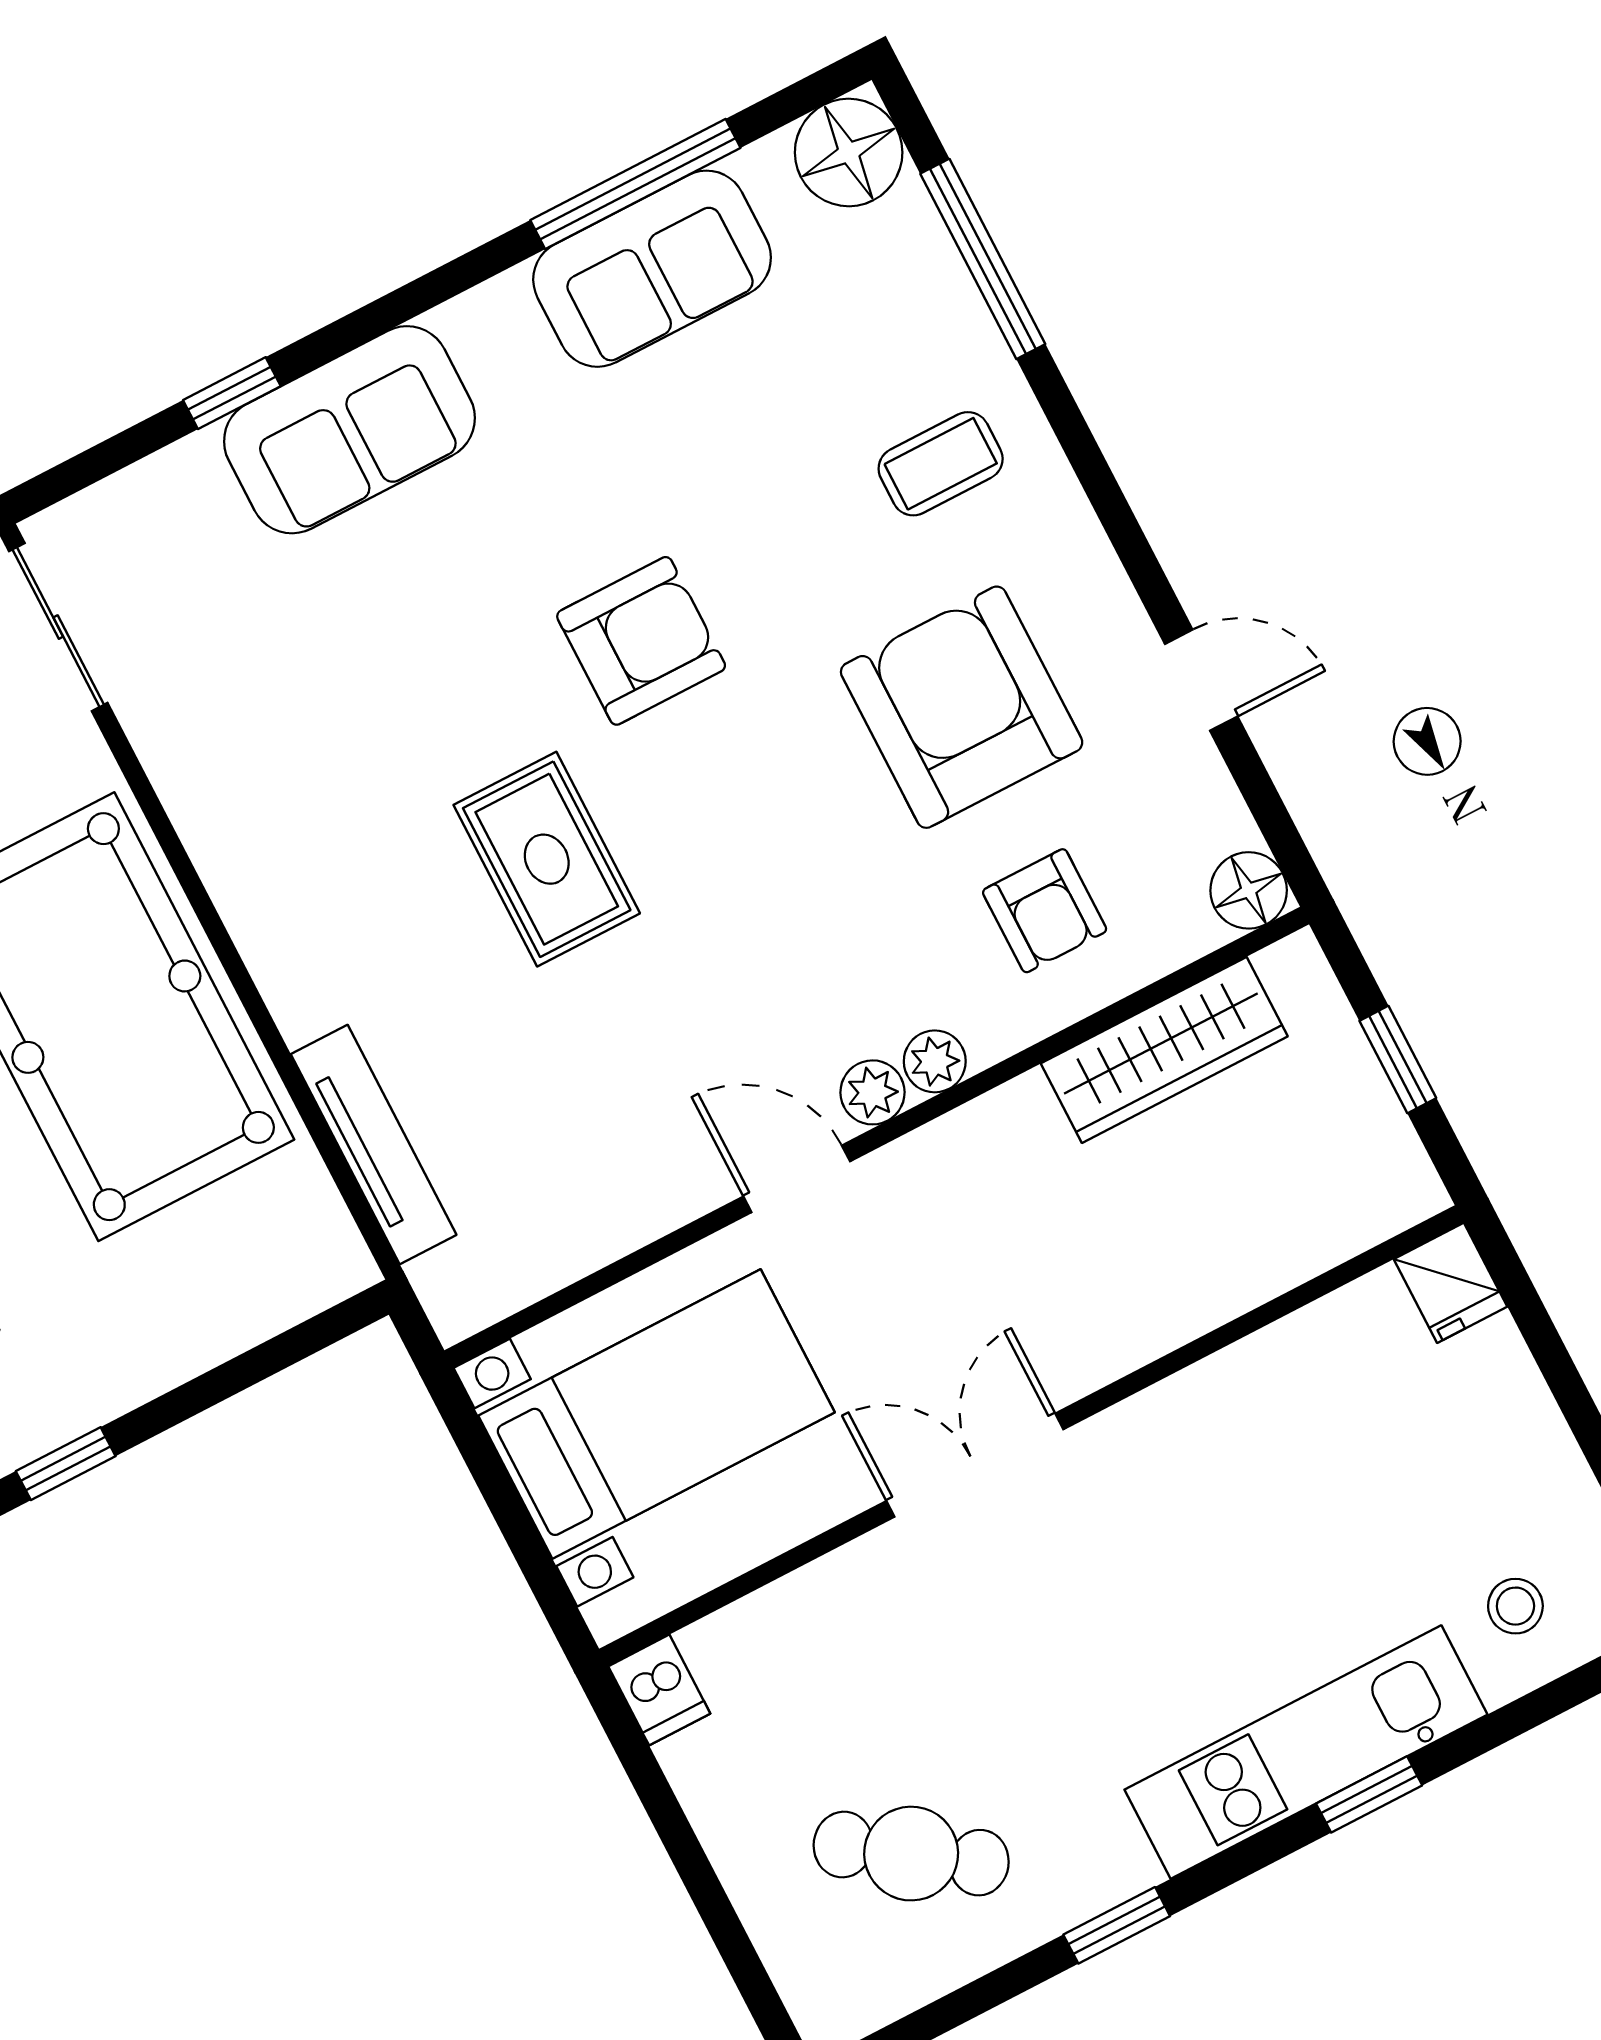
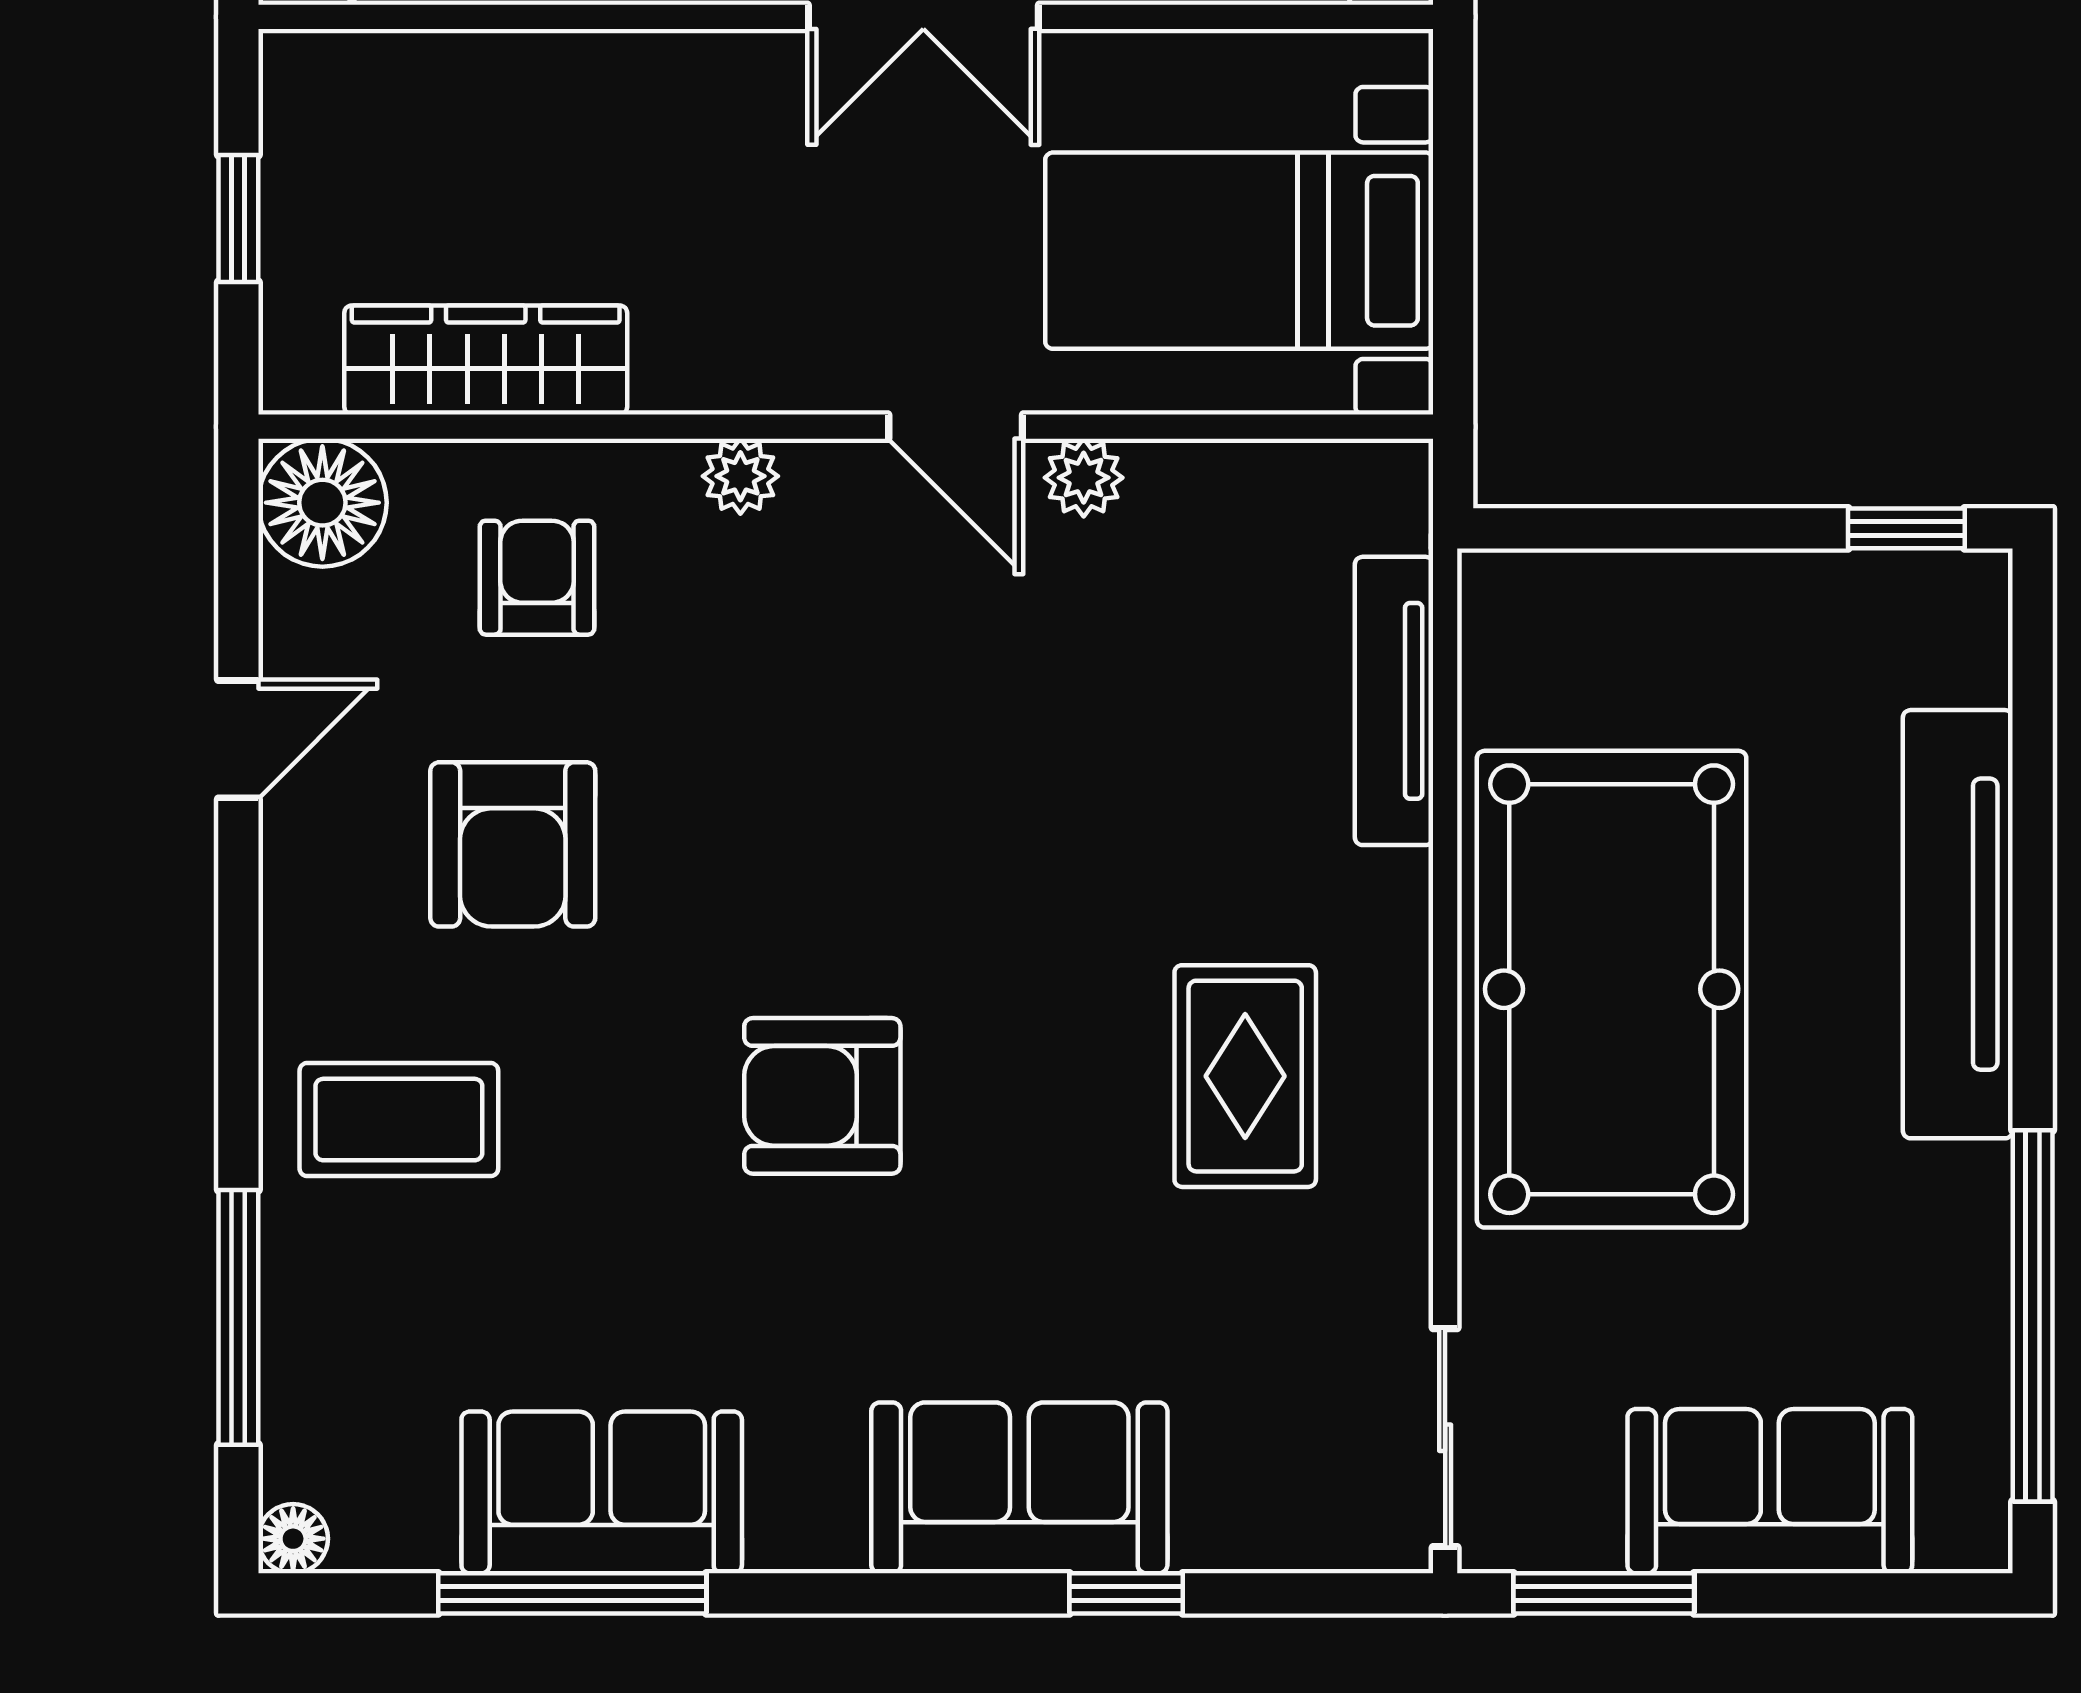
floor lamp: (849, 152) -> (293, 1539), width x0.53, depth x0.53
coffee table: (941, 464) -> (399, 1120), width x1.36, depth x1.30
door: (1201, 680) -> (238, 739), swing flipped
armchair: (962, 707) -> (513, 844), width x0.73, depth x0.73
rug: (547, 859) -> (1245, 1076), moved
floor lamp: (1249, 890) -> (322, 503), width x1.38, depth x1.38
plant: (872, 1092) -> (1084, 478), moved

